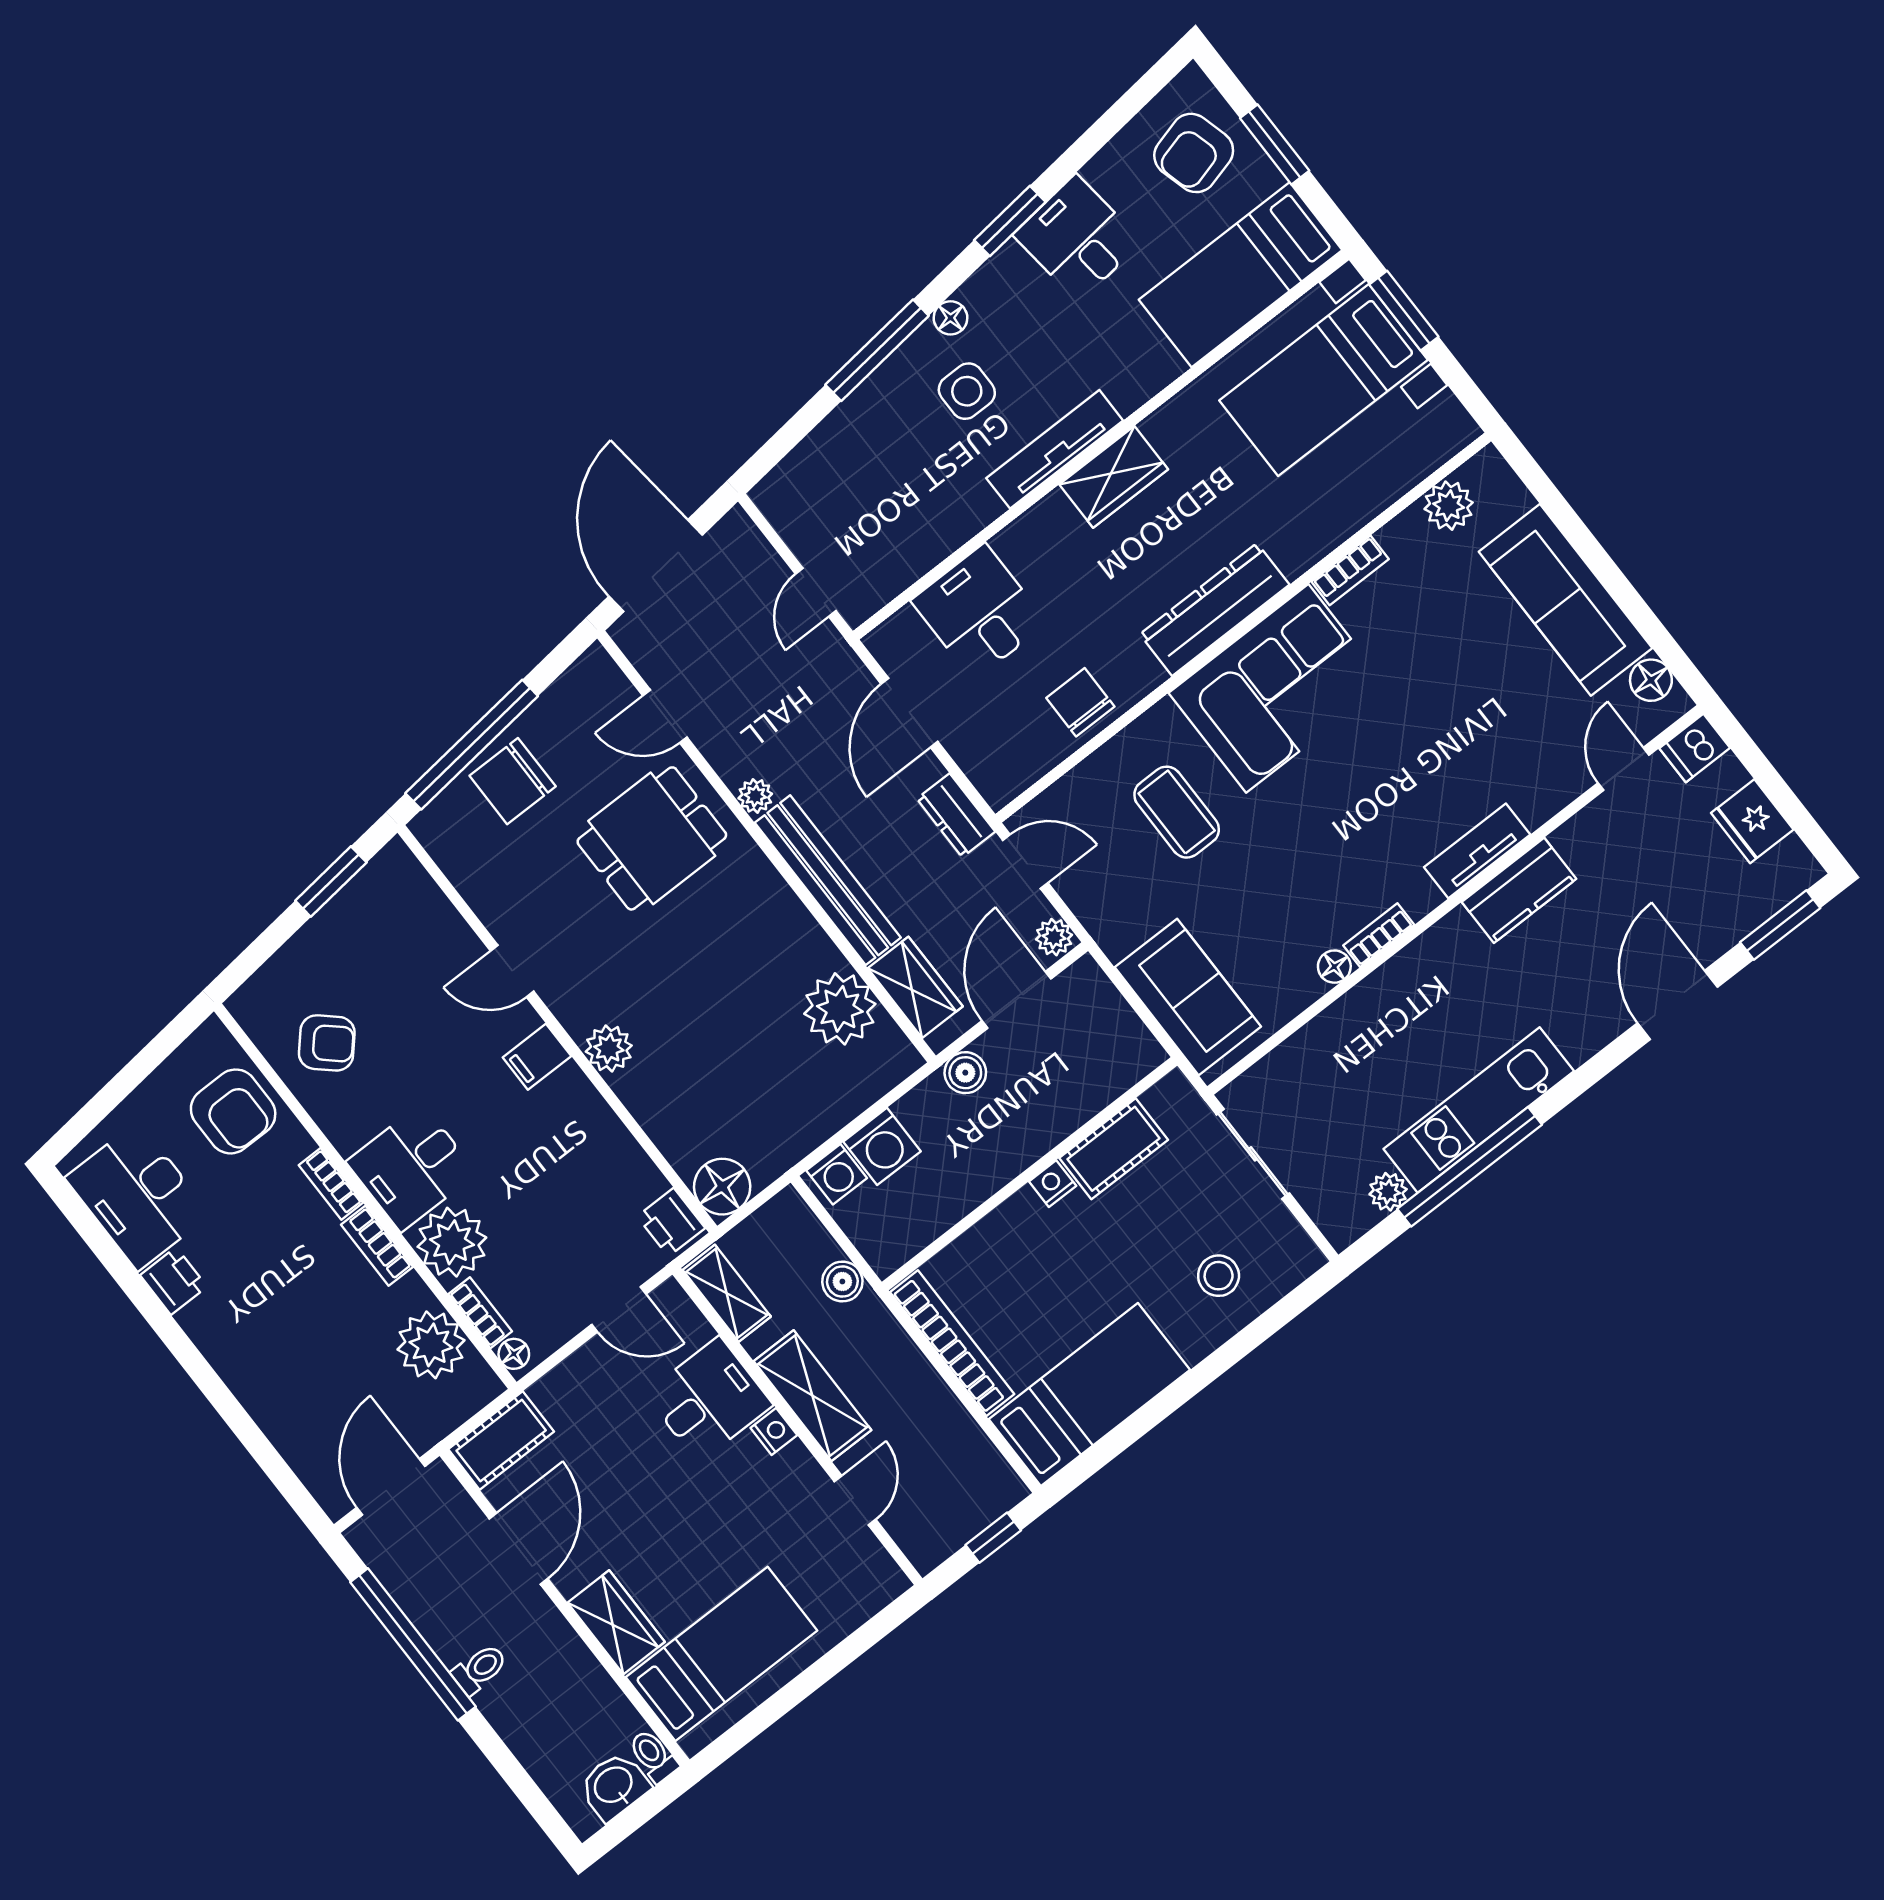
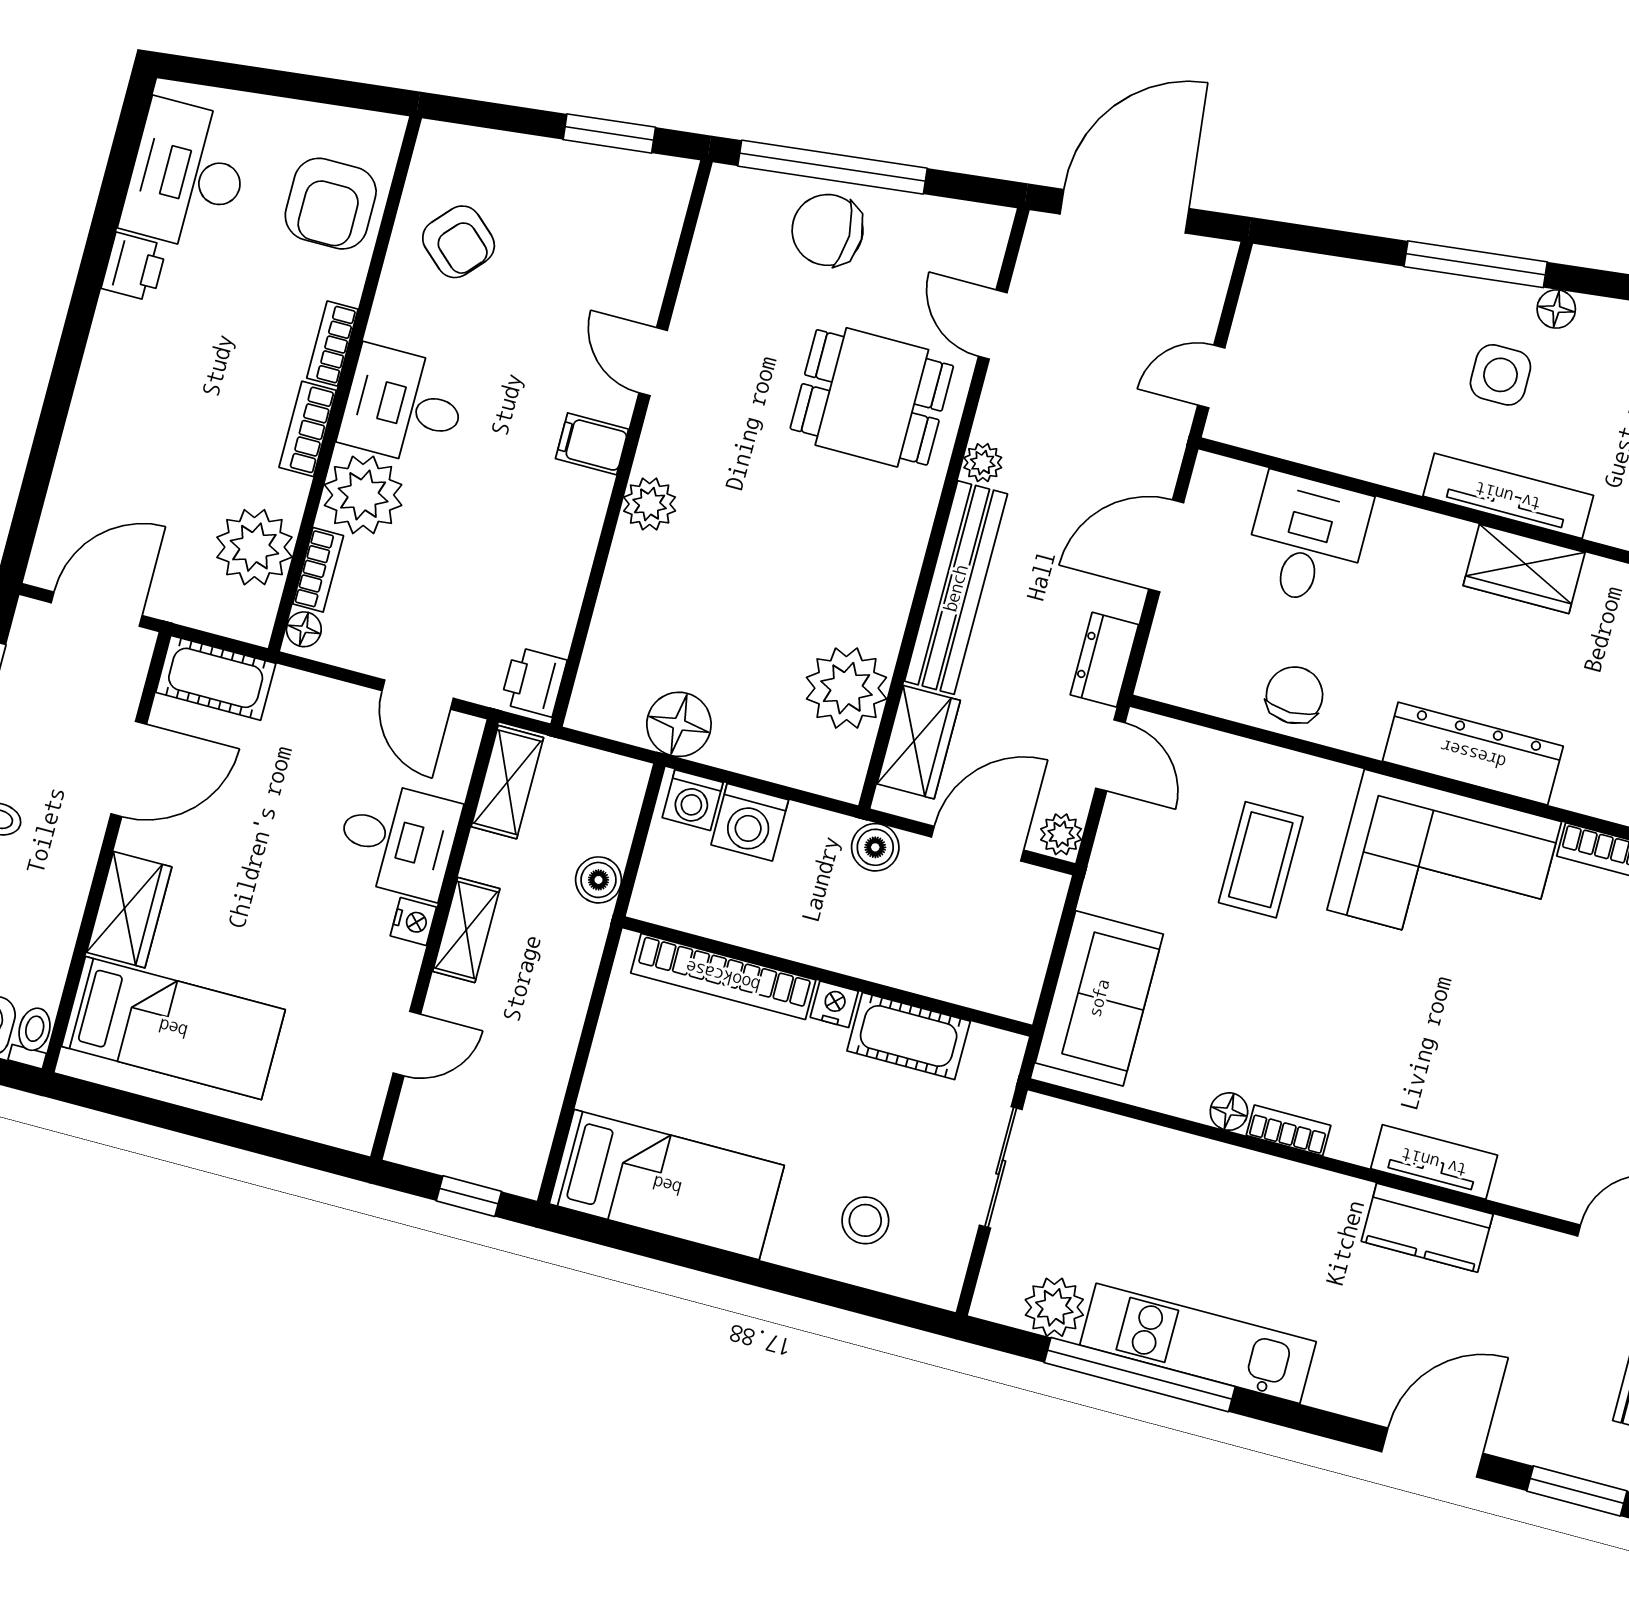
floor lamp: (722, 1187) -> (679, 724), moved
plant: (1388, 1192) -> (1054, 1307), width x1.38, depth x1.38
bookcase: (952, 1343) -> (723, 976), moved, turned 90
shelving: (813, 1396) -> (466, 930), width x0.67, depth x0.75

